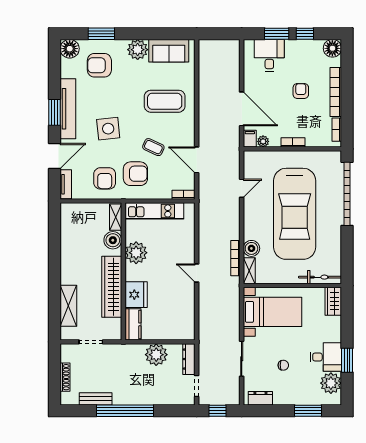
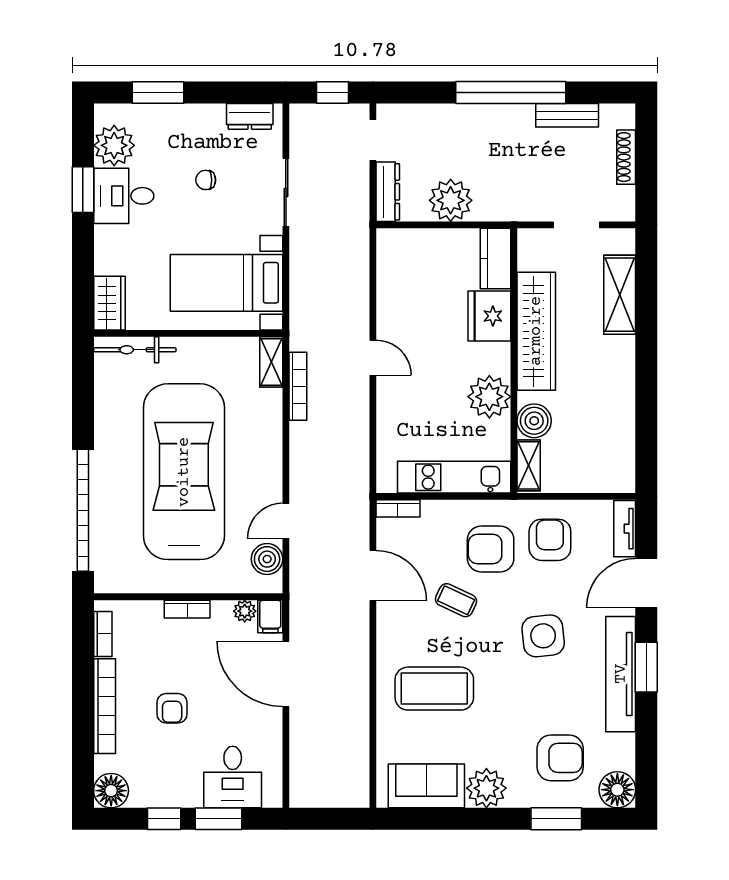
boiler: (251, 248) -> (267, 559), moved

